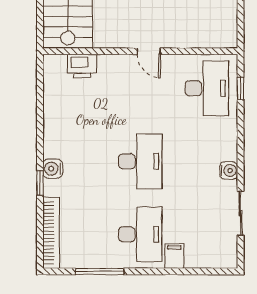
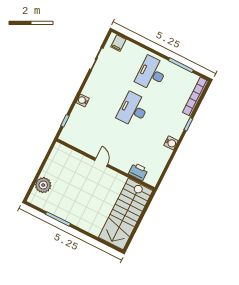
desk: (207, 88) -> (82, 129), removed
water cooler: (53, 169) -> (171, 143), moved
water cooler: (229, 171) -> (83, 100), moved
filing cabinet: (174, 256) -> (118, 43), moved

